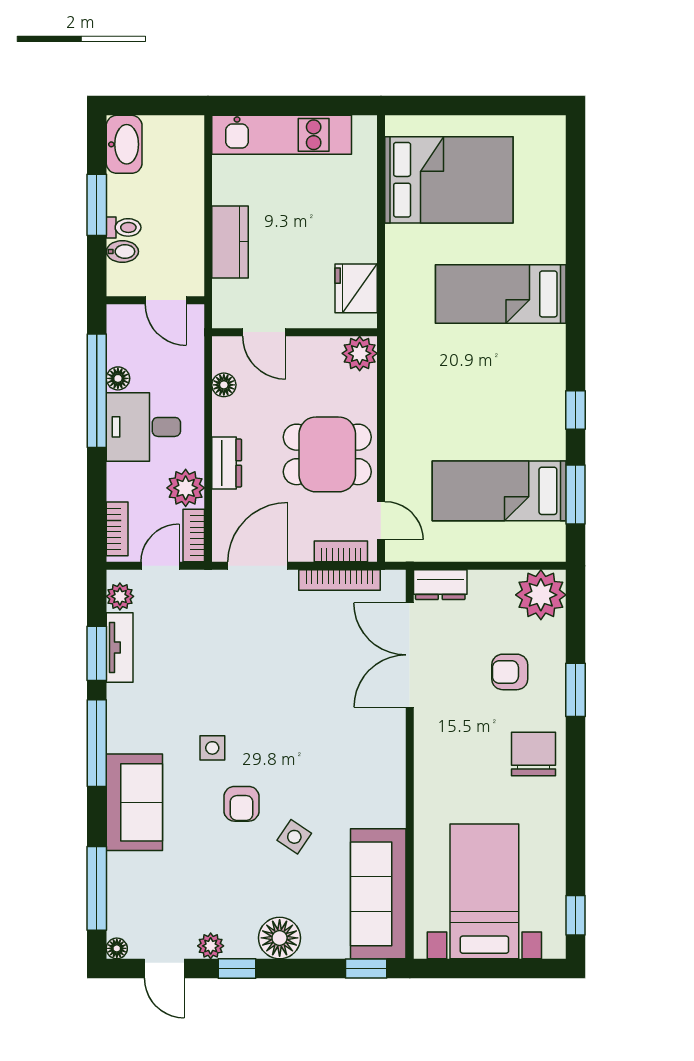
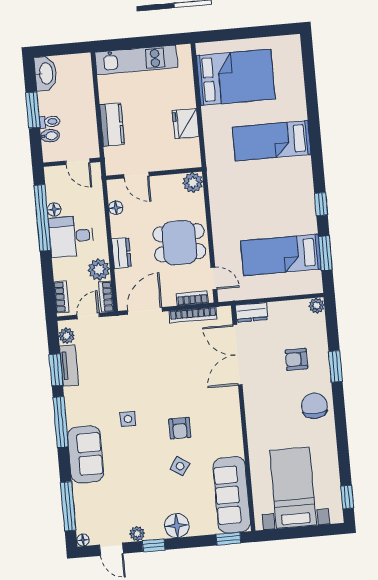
fridge: (356, 288) -> (186, 124), moved
plant: (541, 595) -> (317, 306), width x0.53, depth x0.53
armchair: (242, 804) -> (180, 428), moved

